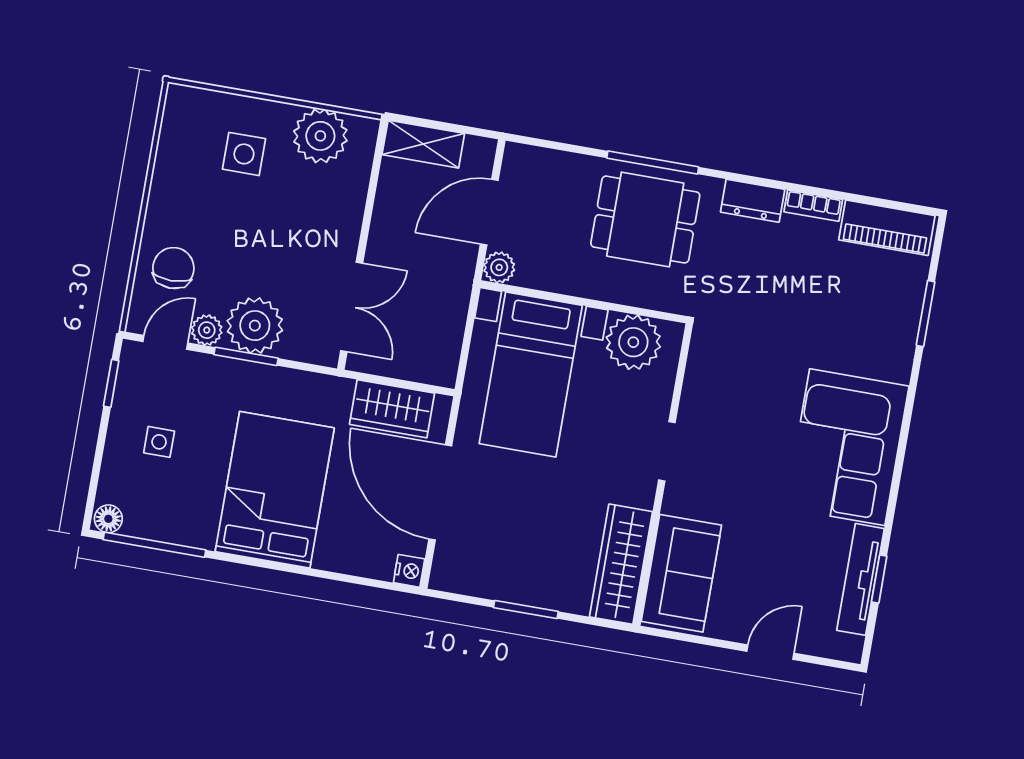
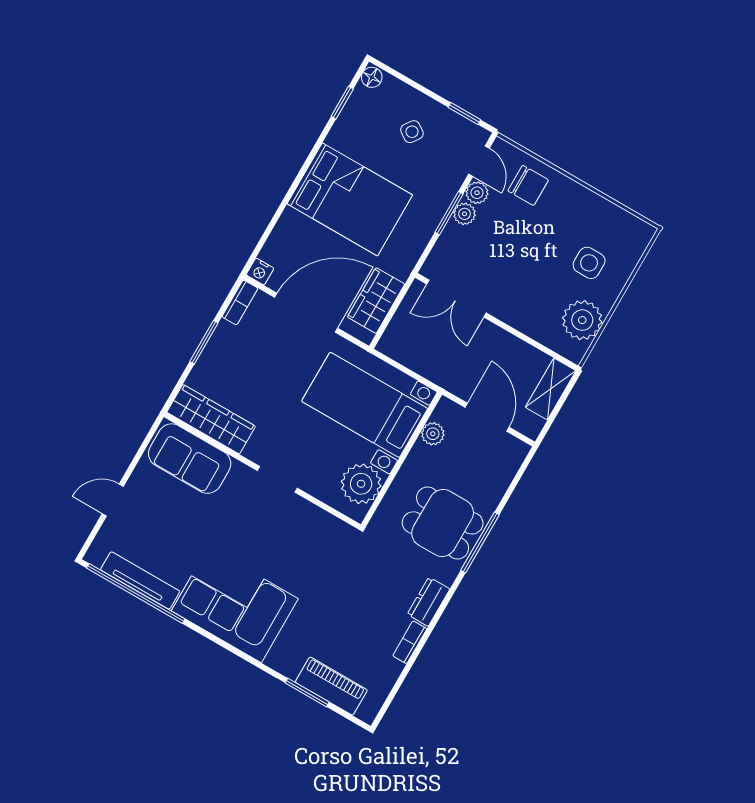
dining table: (645, 220) -> (443, 523), turned 90
piano: (887, 228) -> (331, 686), moved, turned 90
plant: (499, 267) -> (433, 434), moved
plant: (255, 326) -> (465, 214), width x0.53, depth x0.53
side table: (159, 442) -> (412, 132), turned 35
window: (154, 545) -> (342, 103), width x0.46
window: (879, 579) -> (136, 594), width x3.17
bookcase: (458, 582) -> (240, 302), added
door: (770, 652) -> (113, 500), swing flipped

